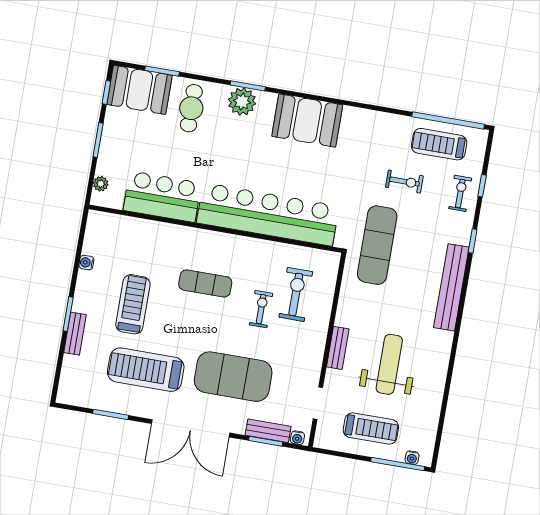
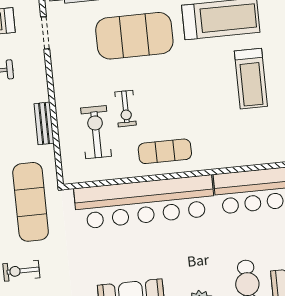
exercise mat: (205, 283) -> (165, 151), moved
exercise bike: (296, 294) -> (96, 132), turned 180
bench: (338, 348) -> (44, 123), moved

